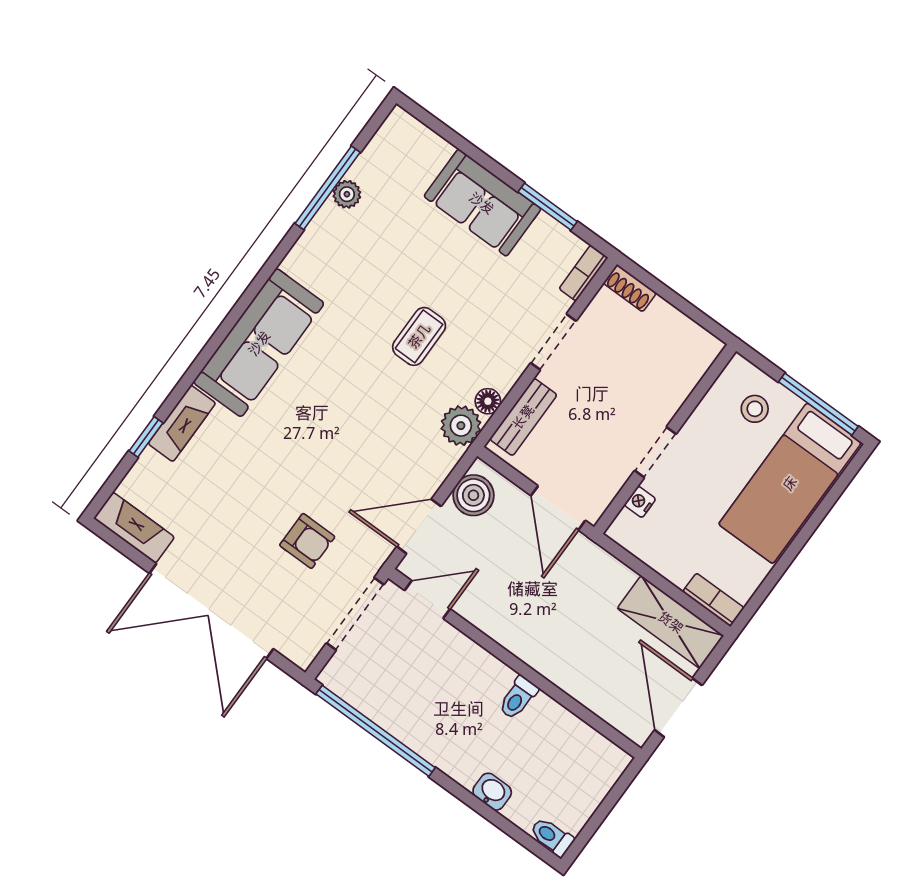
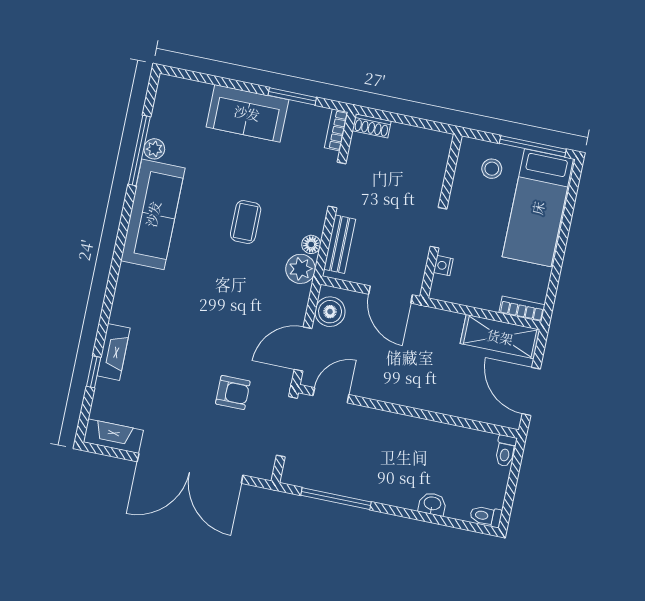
sofa: (259, 343) -> (153, 214), moved
toilet: (518, 698) -> (505, 451), moved
window: (376, 731) -> (336, 499), width x0.68

